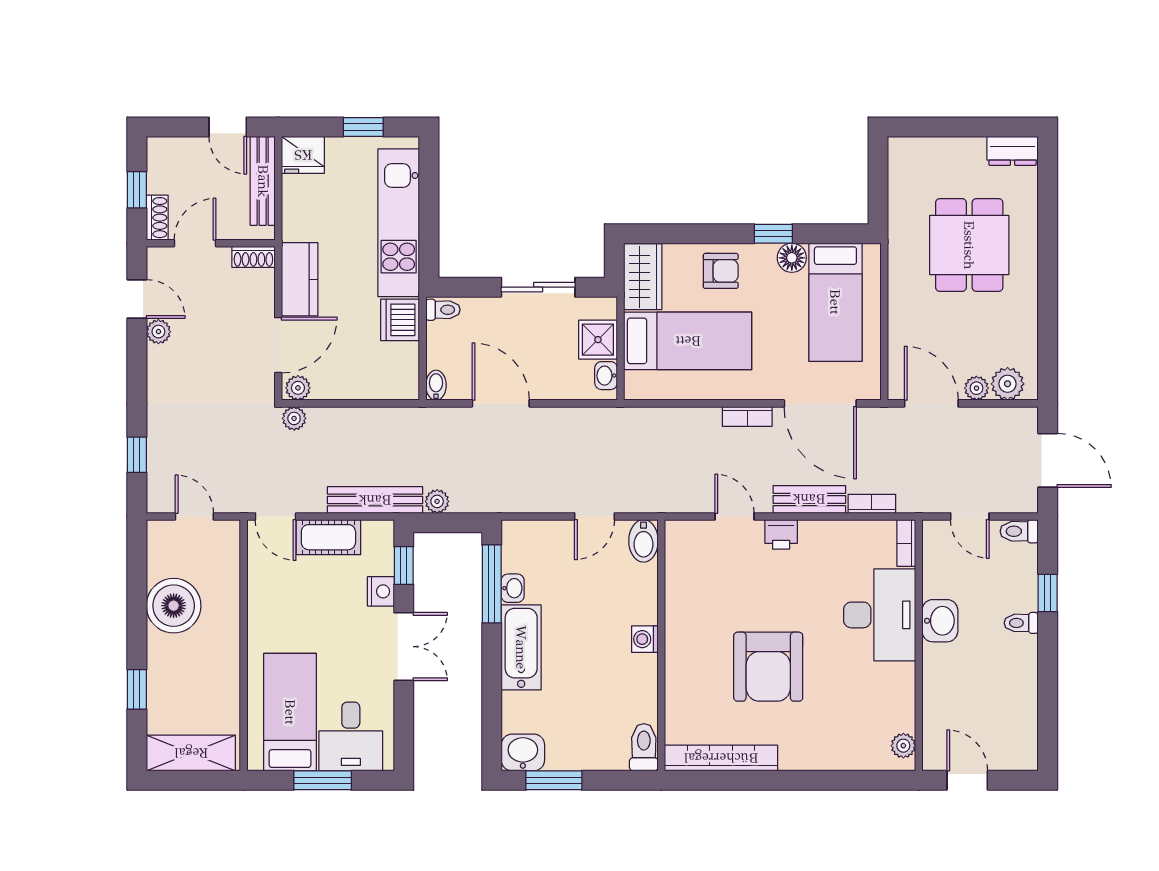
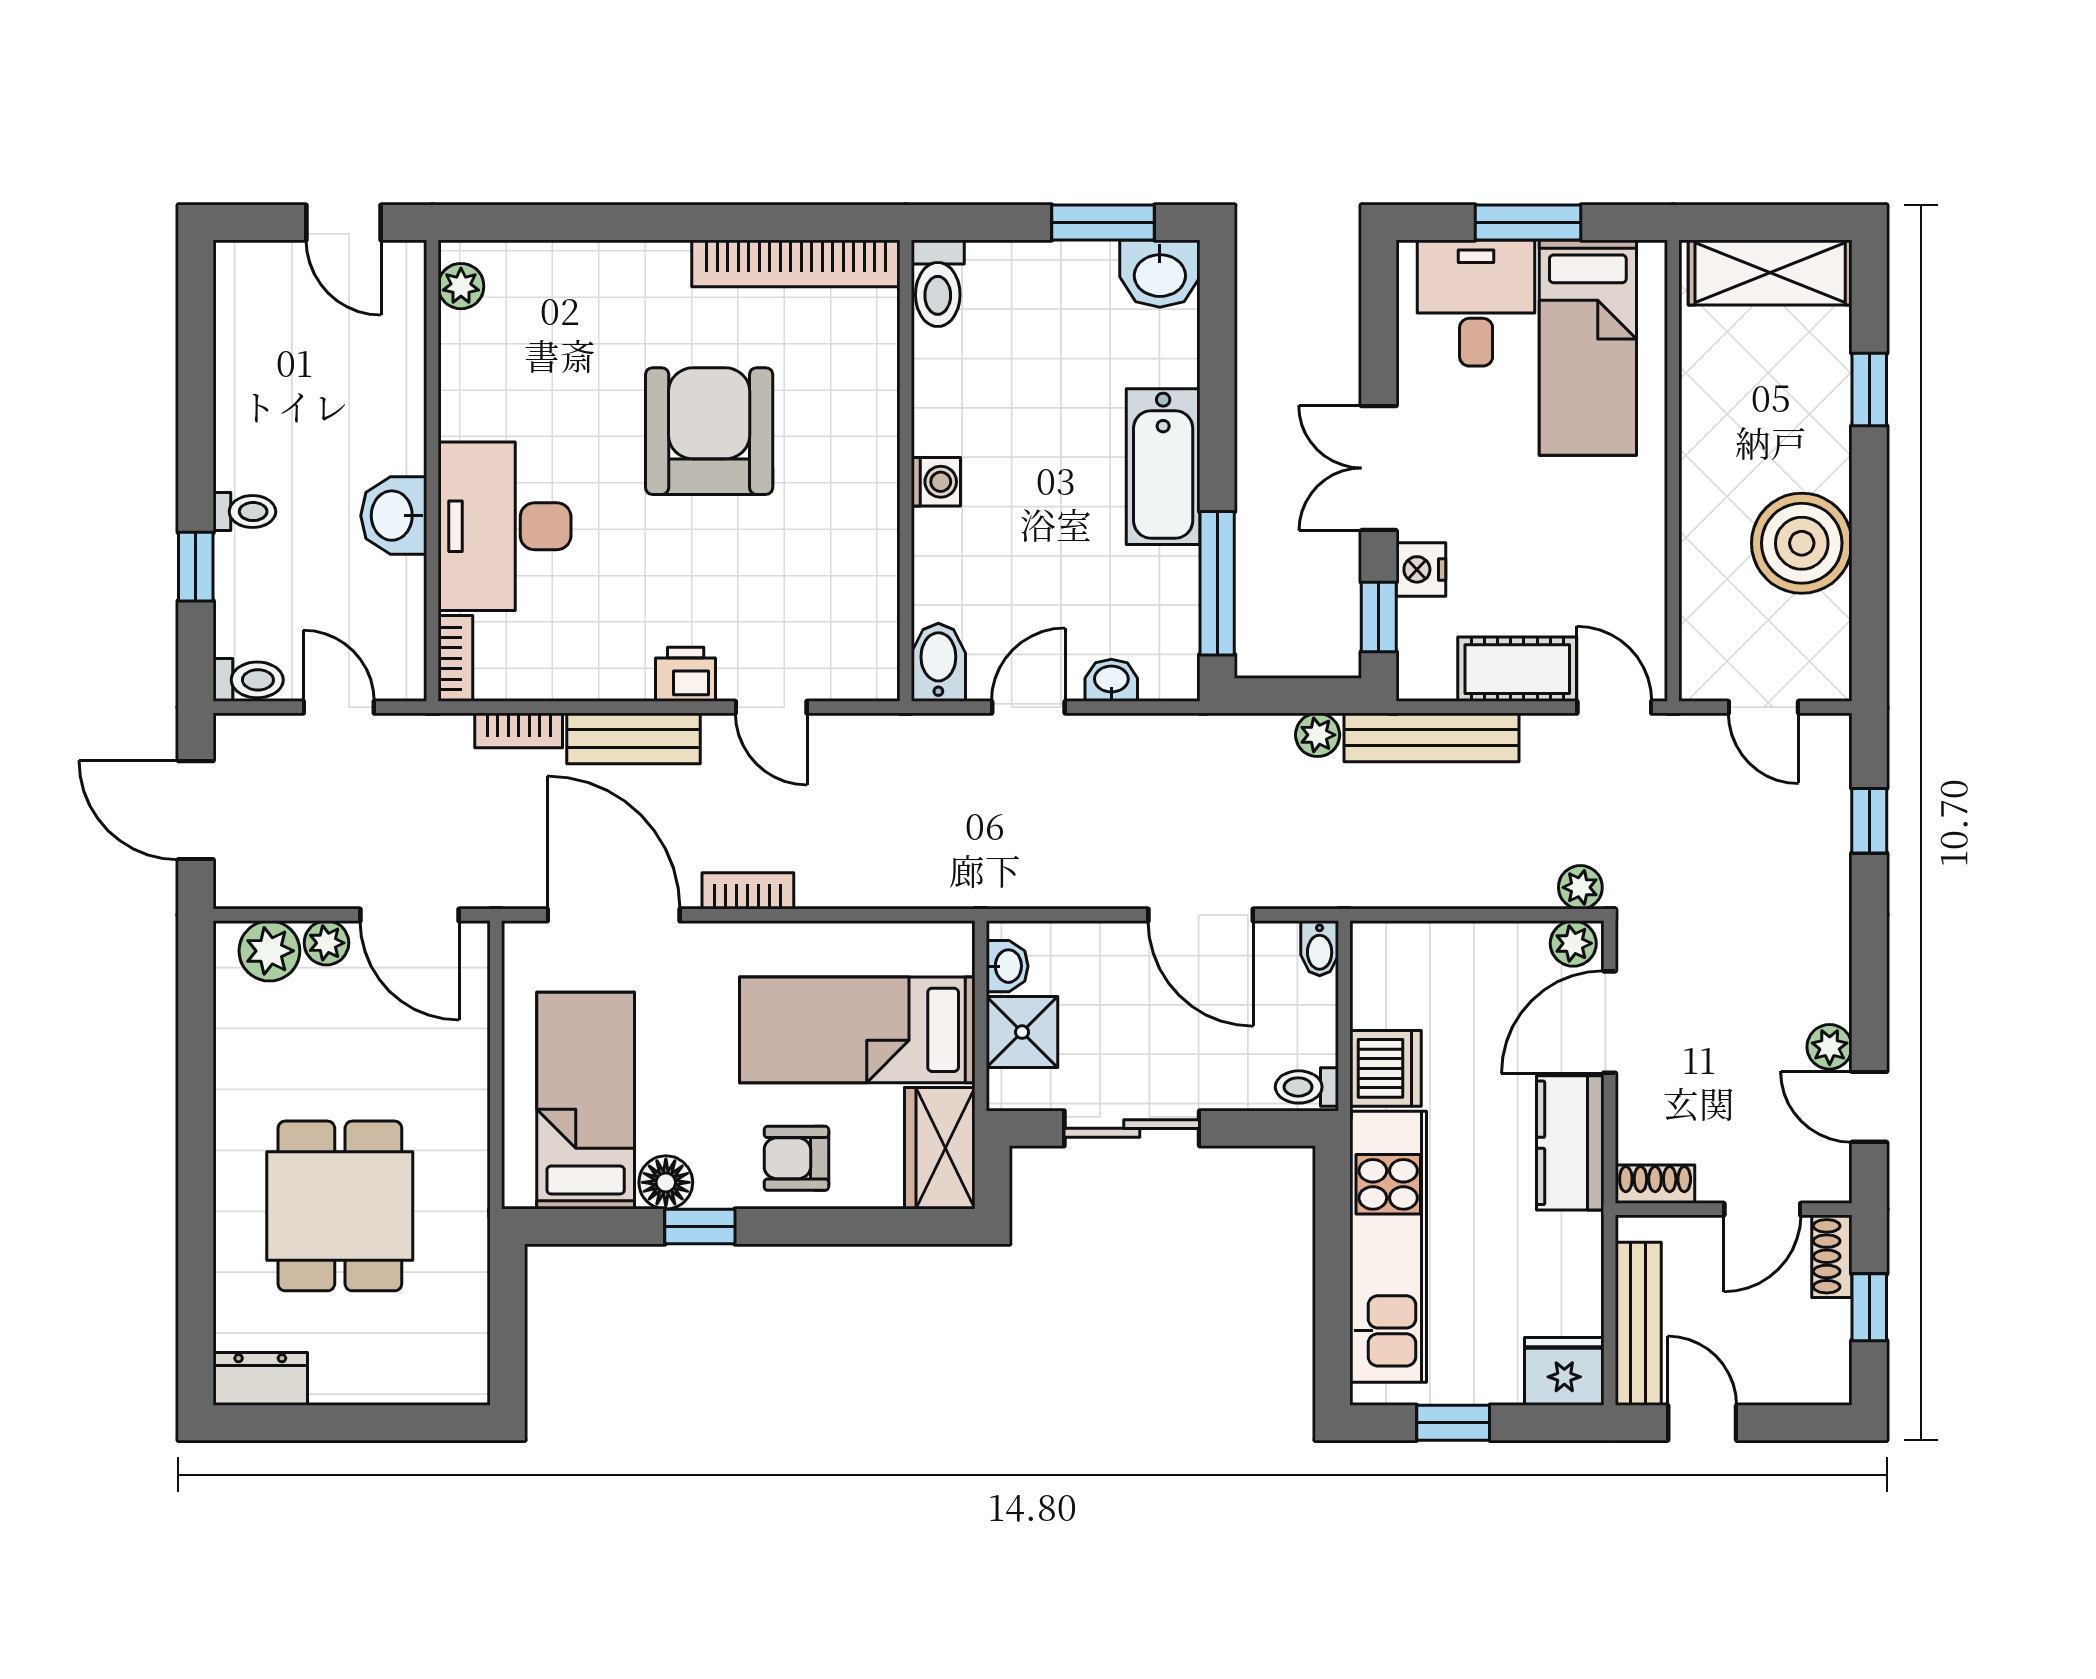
washbasin: (513, 588) -> (1111, 680), moved, turned 90

